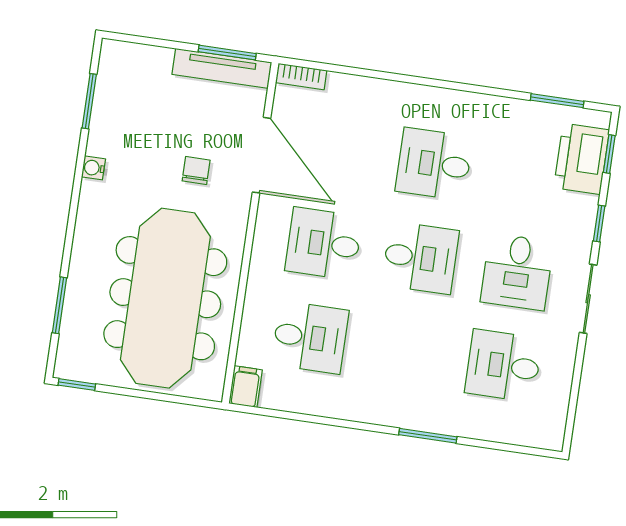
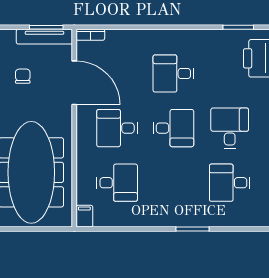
chair: (196, 170) -> (23, 76), moved
desk: (517, 272) -> (230, 128), turned 180

